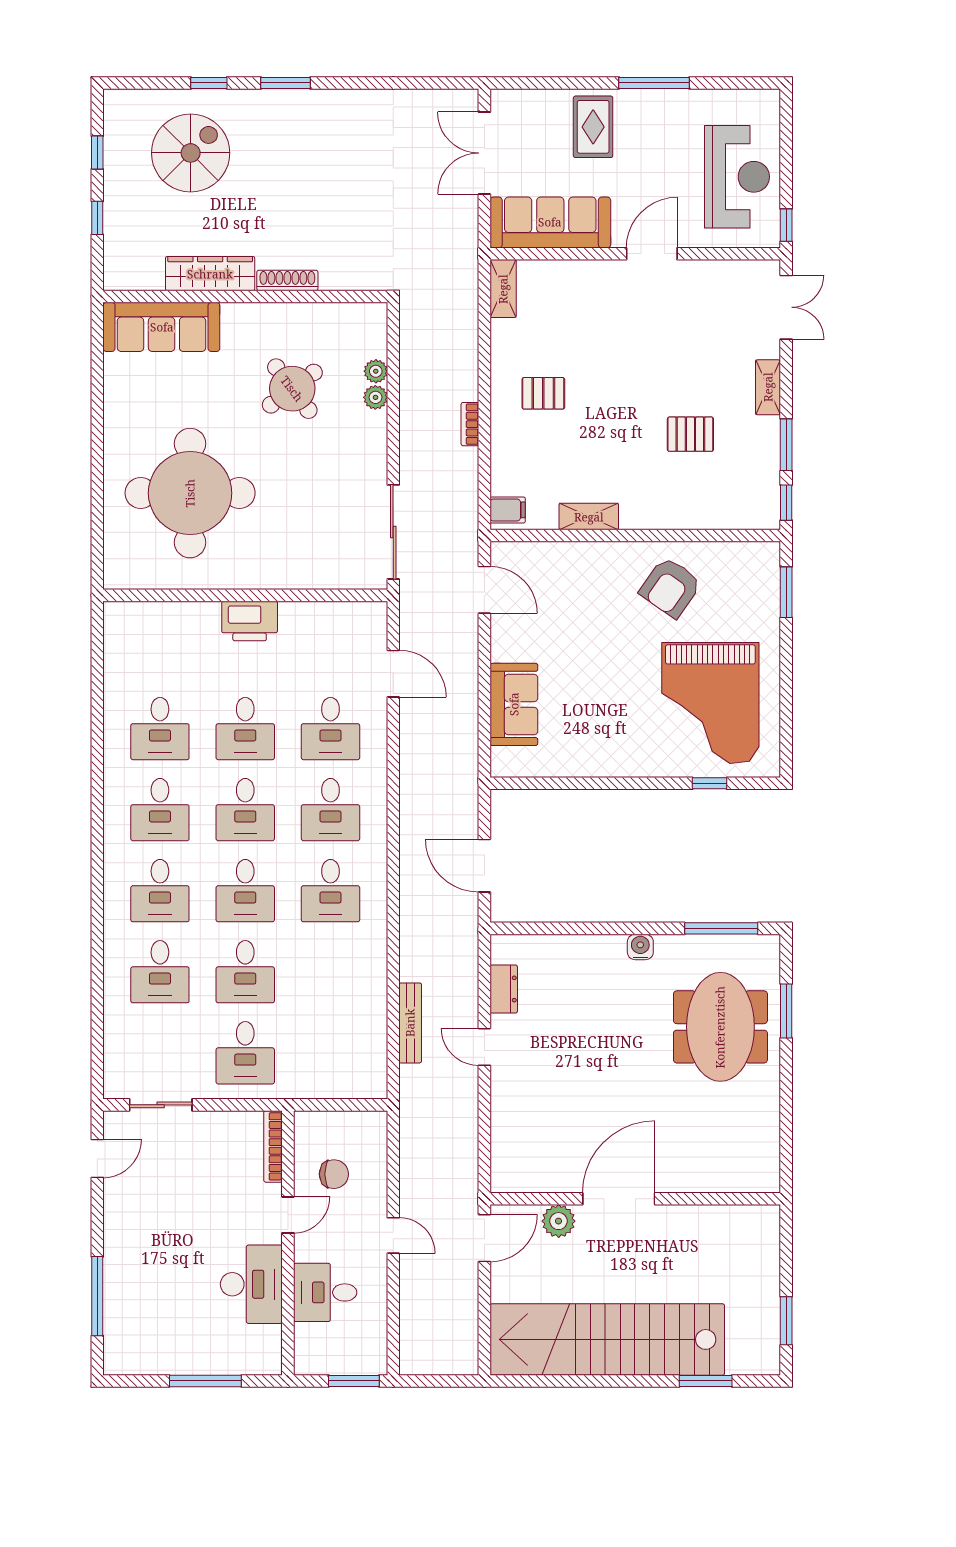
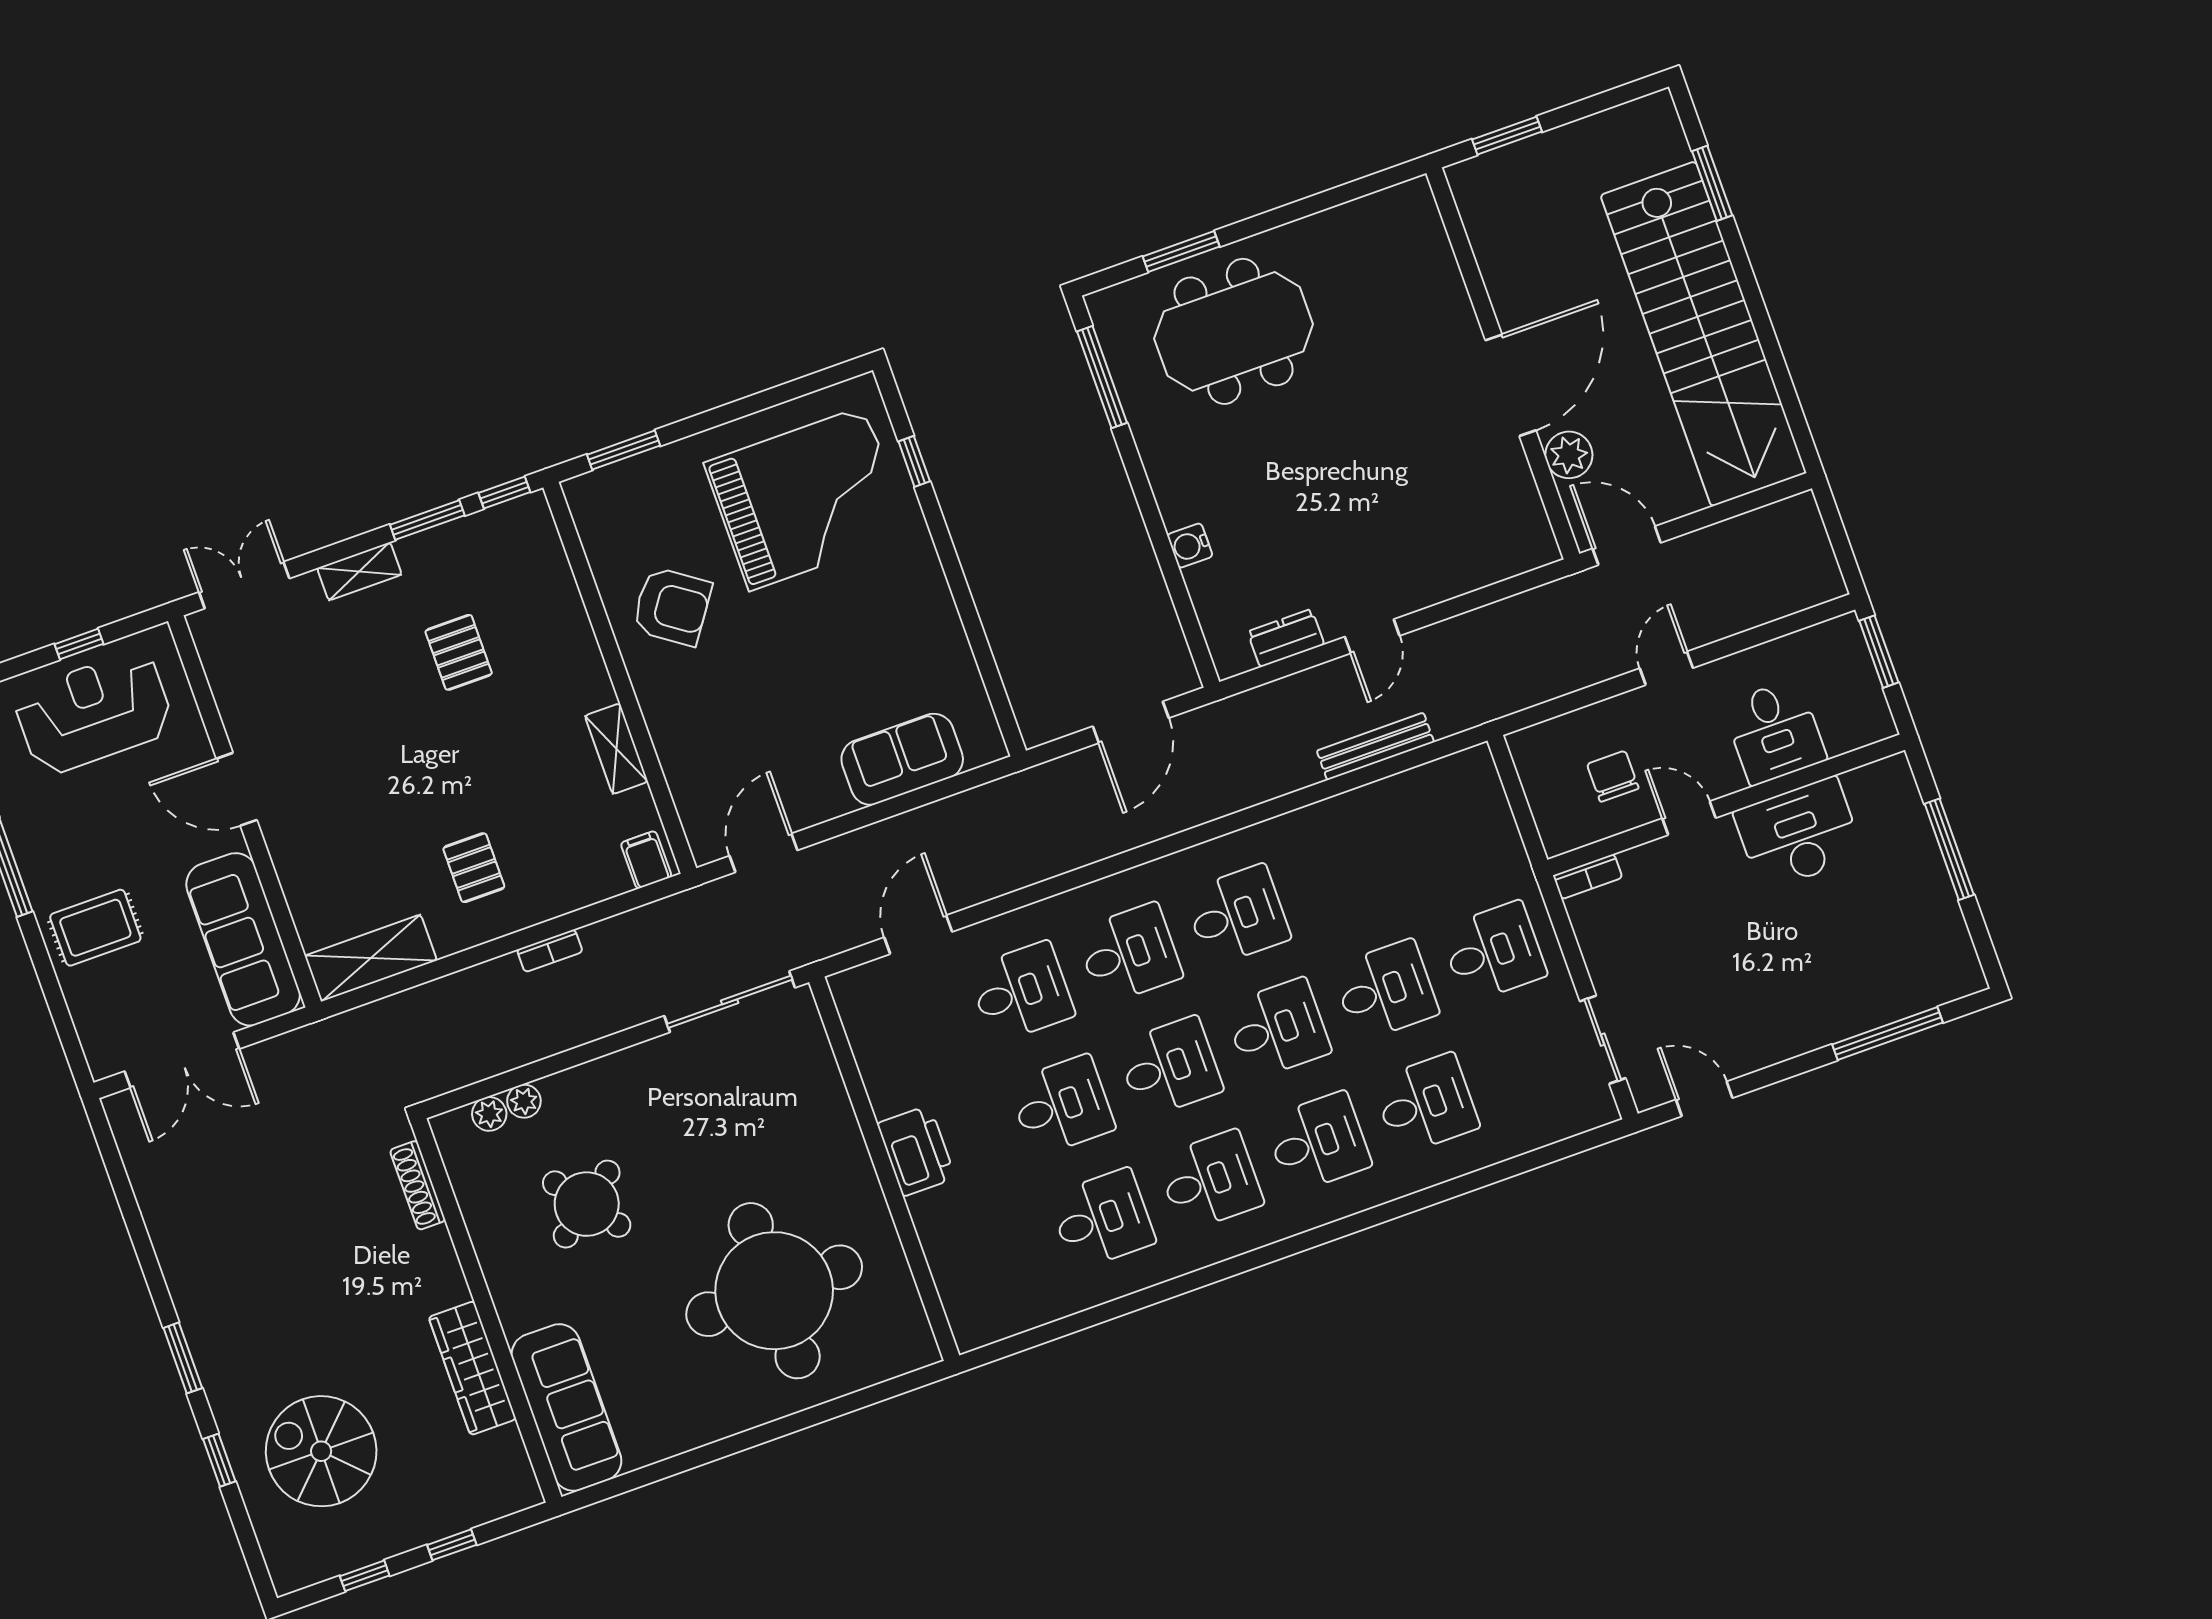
window: (786, 225) -> (79, 644), moved
shoe rack: (287, 280) -> (418, 1185), moved
shelving: (503, 289) -> (371, 958), width x1.50, depth x1.33
plant: (375, 397) -> (489, 1114), moved
water cooler: (640, 947) -> (1190, 546), moved
bookcase: (273, 1146) -> (1588, 877), width x0.64
door: (619, 1199) -> (1511, 385), swing flipped
window: (786, 1321) -> (1507, 136), moved

